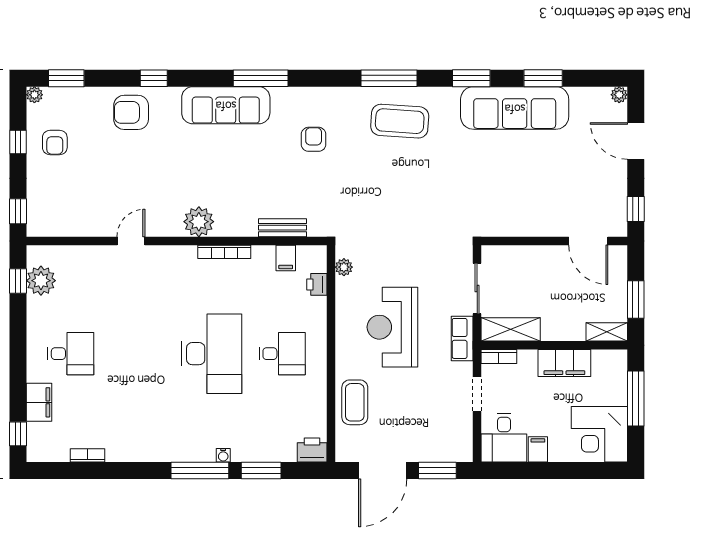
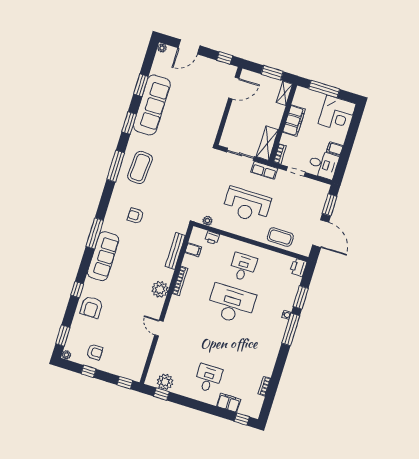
bench: (282, 228) -> (175, 251), width x1.36

